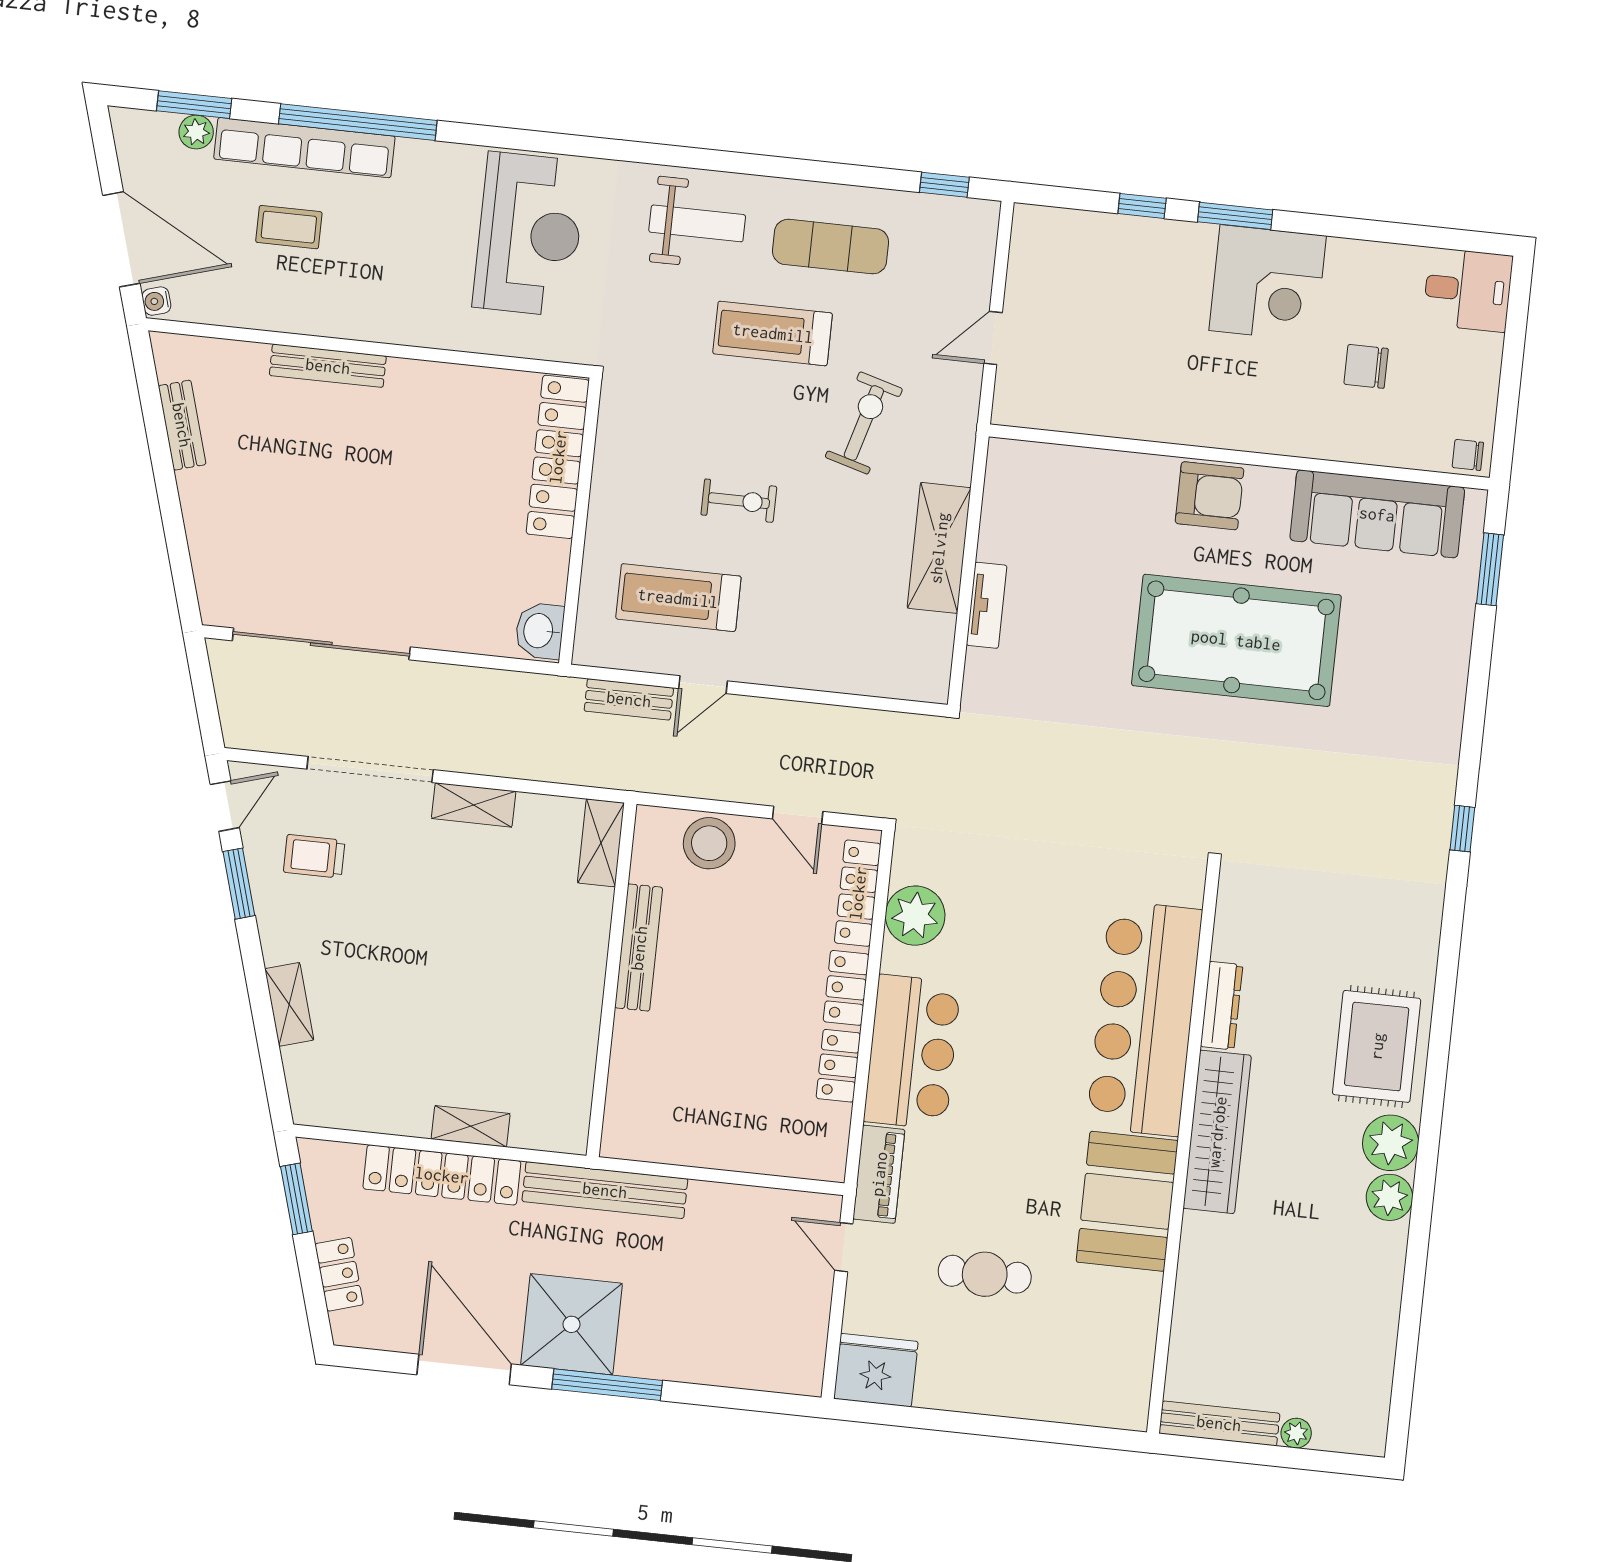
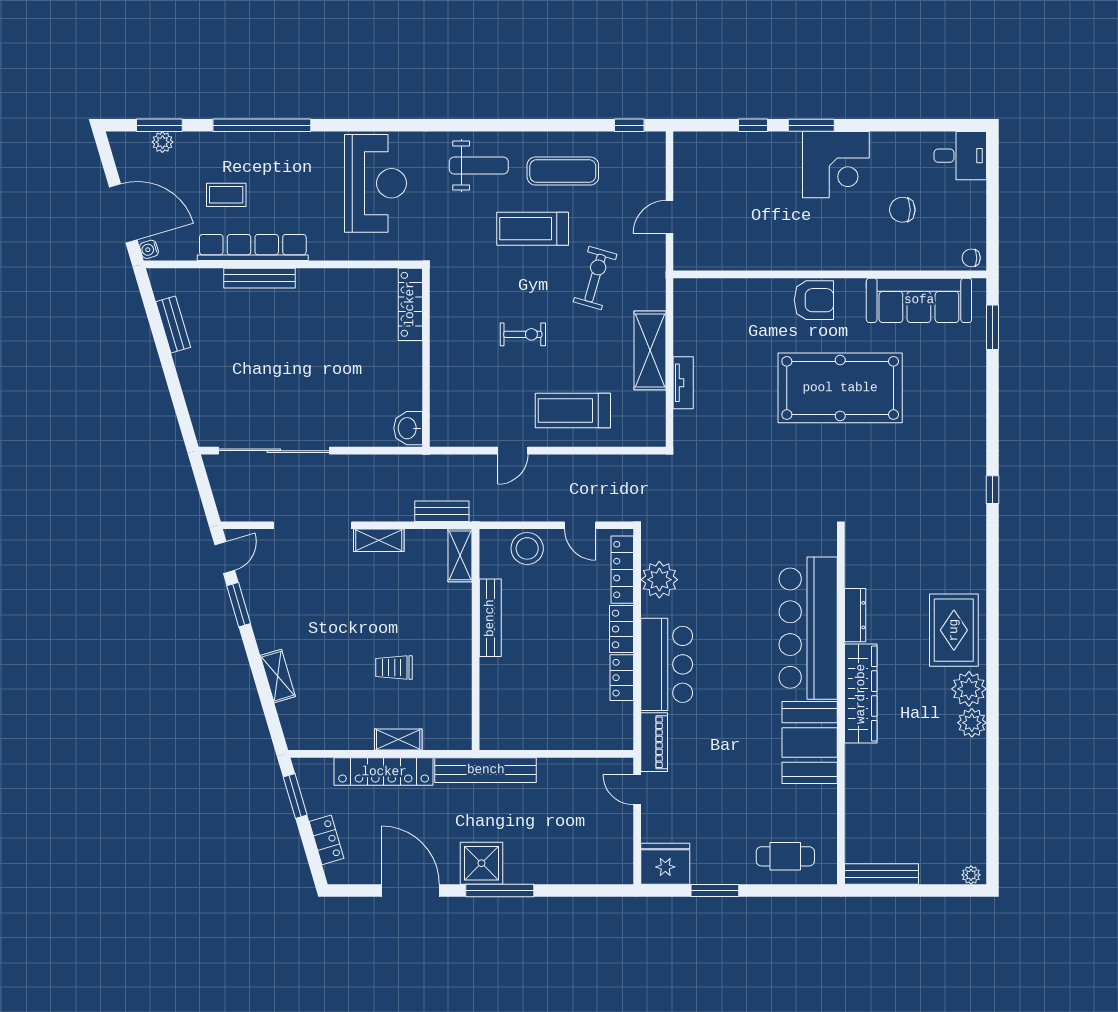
row of seats: (304, 148) -> (253, 247), moved, turned 180
locker: (558, 457) -> (410, 304), width x0.71, depth x0.83
treadmill: (678, 598) -> (573, 411), moved
bench: (629, 699) -> (442, 511), moved
trolley: (314, 856) -> (394, 668), moved
cafe table: (985, 1274) -> (785, 856), moved
shower: (572, 1324) -> (481, 863), width x0.73, depth x0.73
window: (951, 1421) -> (715, 890), added
plant: (1296, 1433) -> (971, 875), moved

